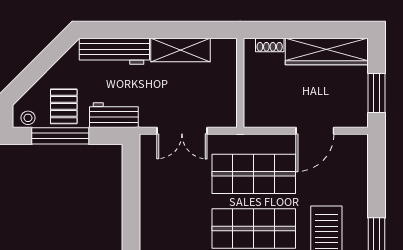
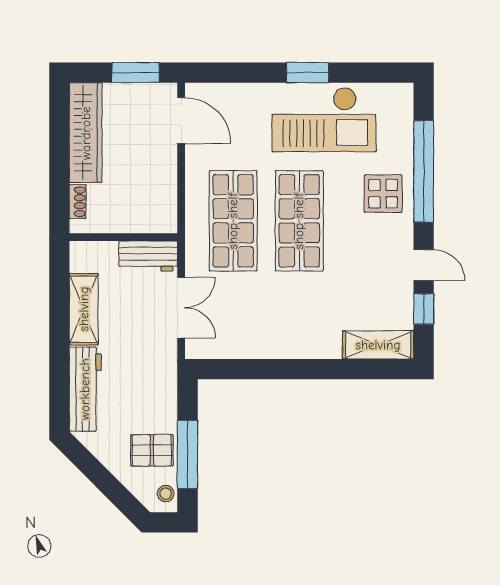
workbench: (114, 115) -> (148, 256), moved, turned -90
door: (315, 131) -> (181, 121), moved

